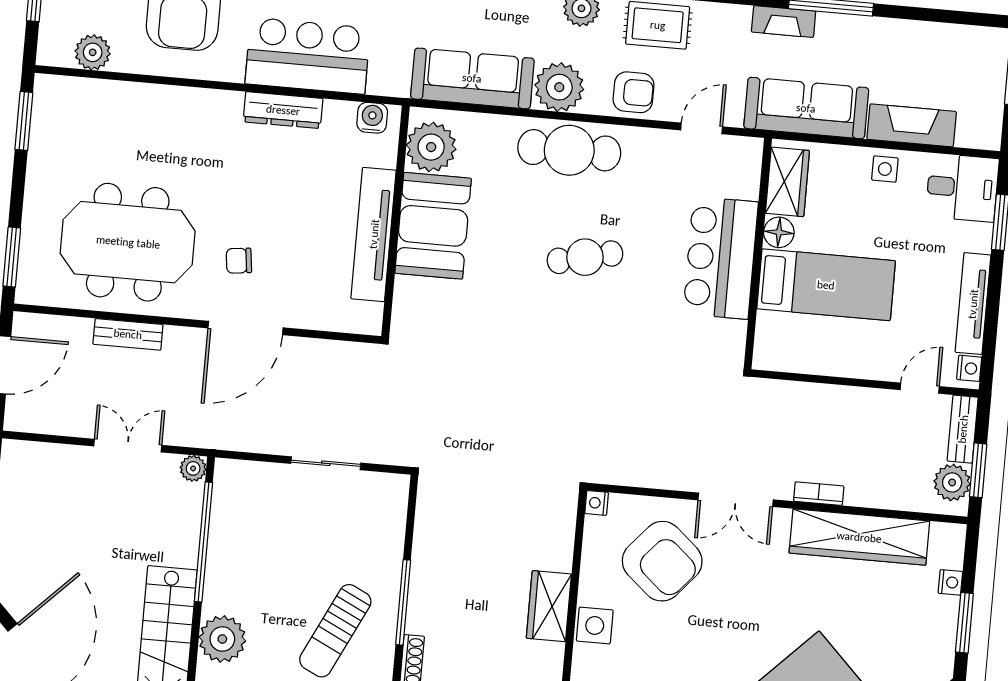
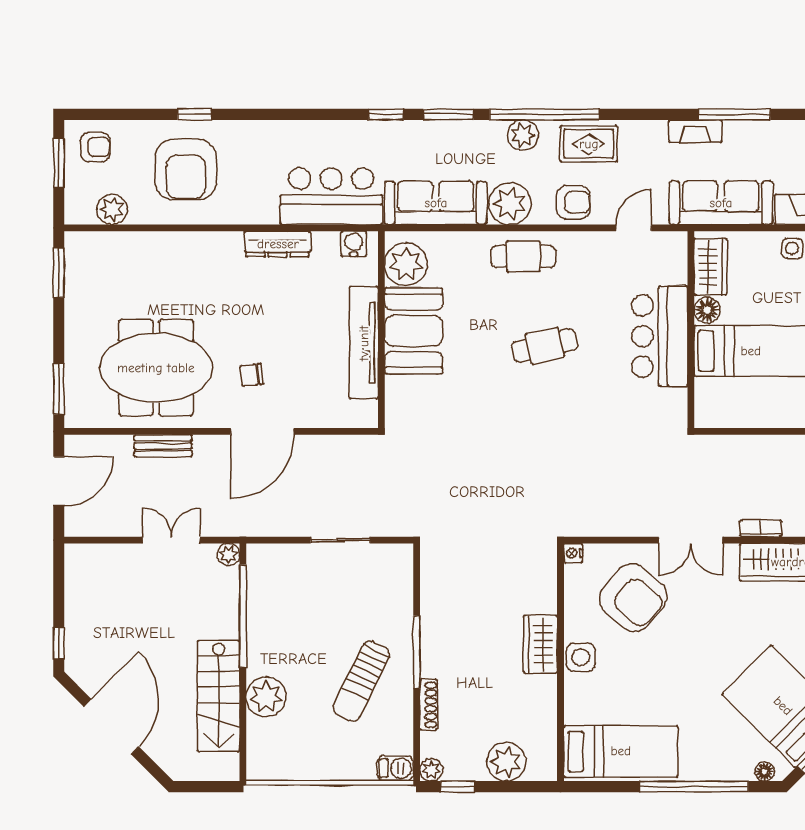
bar counter: (308, 56) -> (331, 196), moved
cafe table: (569, 150) -> (523, 256), width x0.73, depth x0.74

